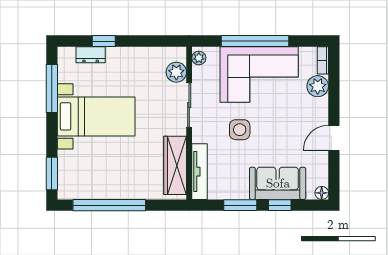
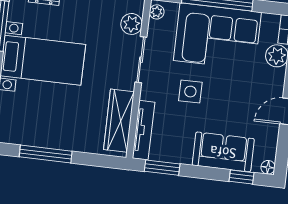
window: (109, 205) -> (46, 154), width x0.68
window: (240, 205) -> (162, 168), moved
window: (280, 205) -> (241, 177), moved

